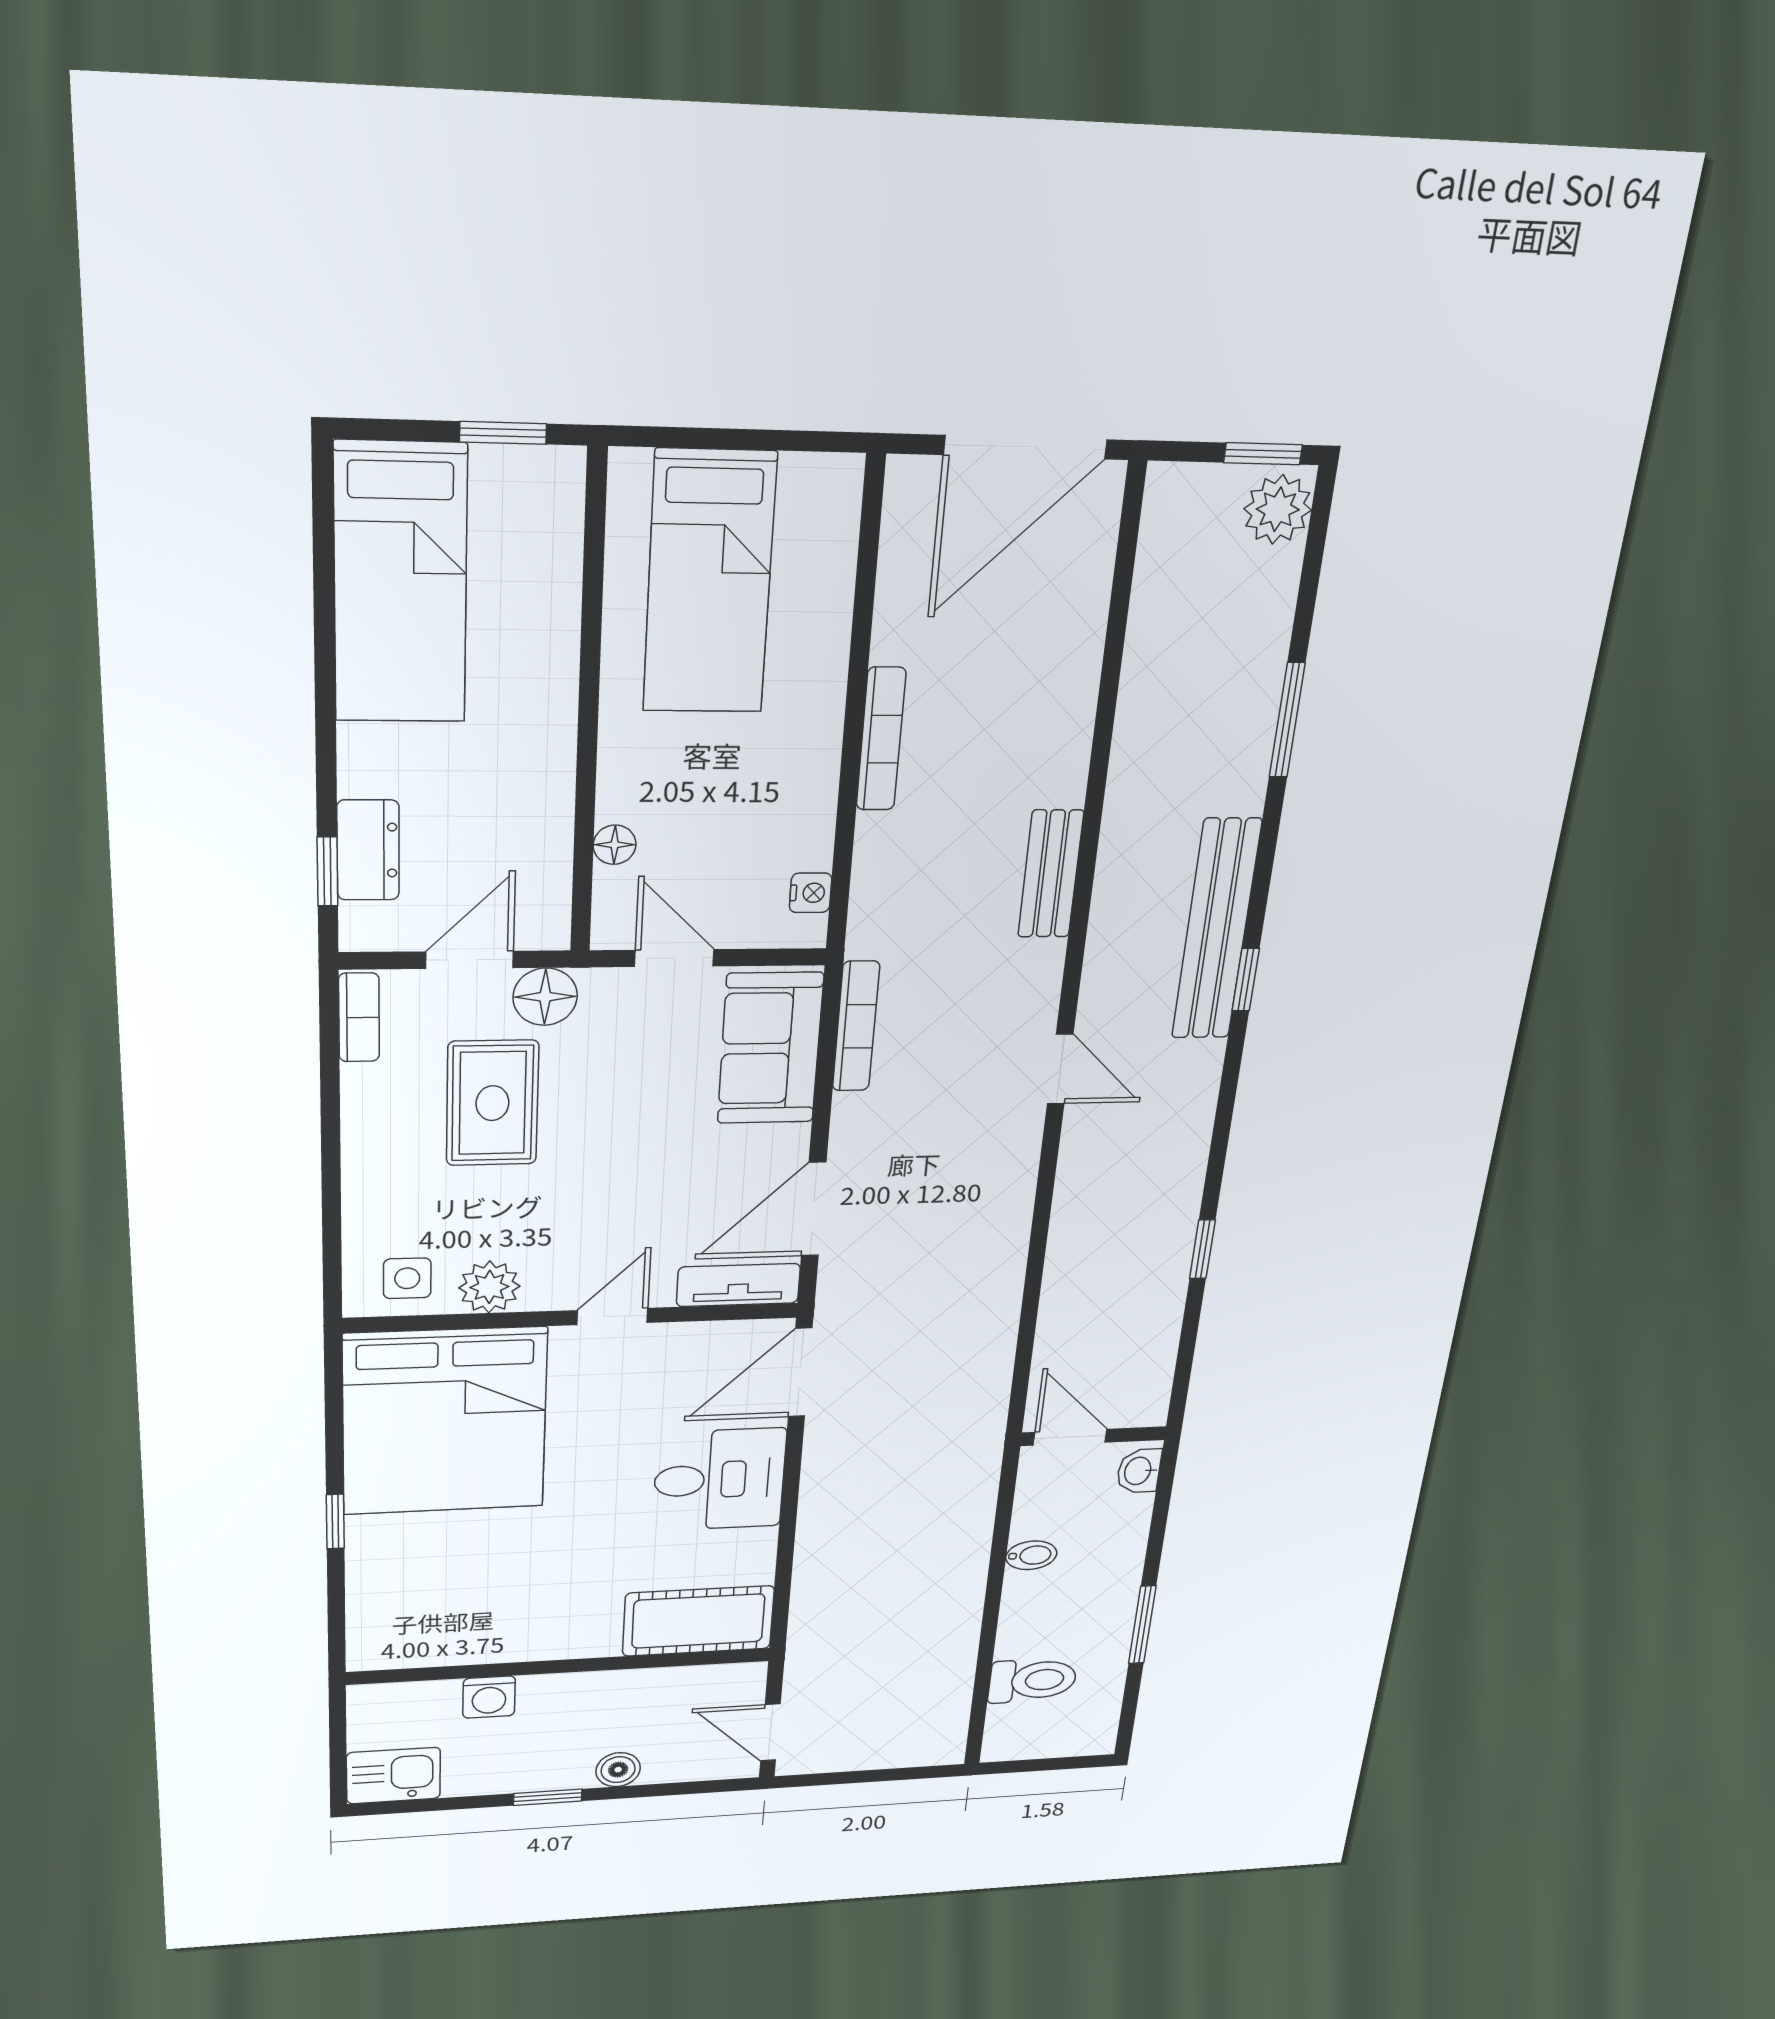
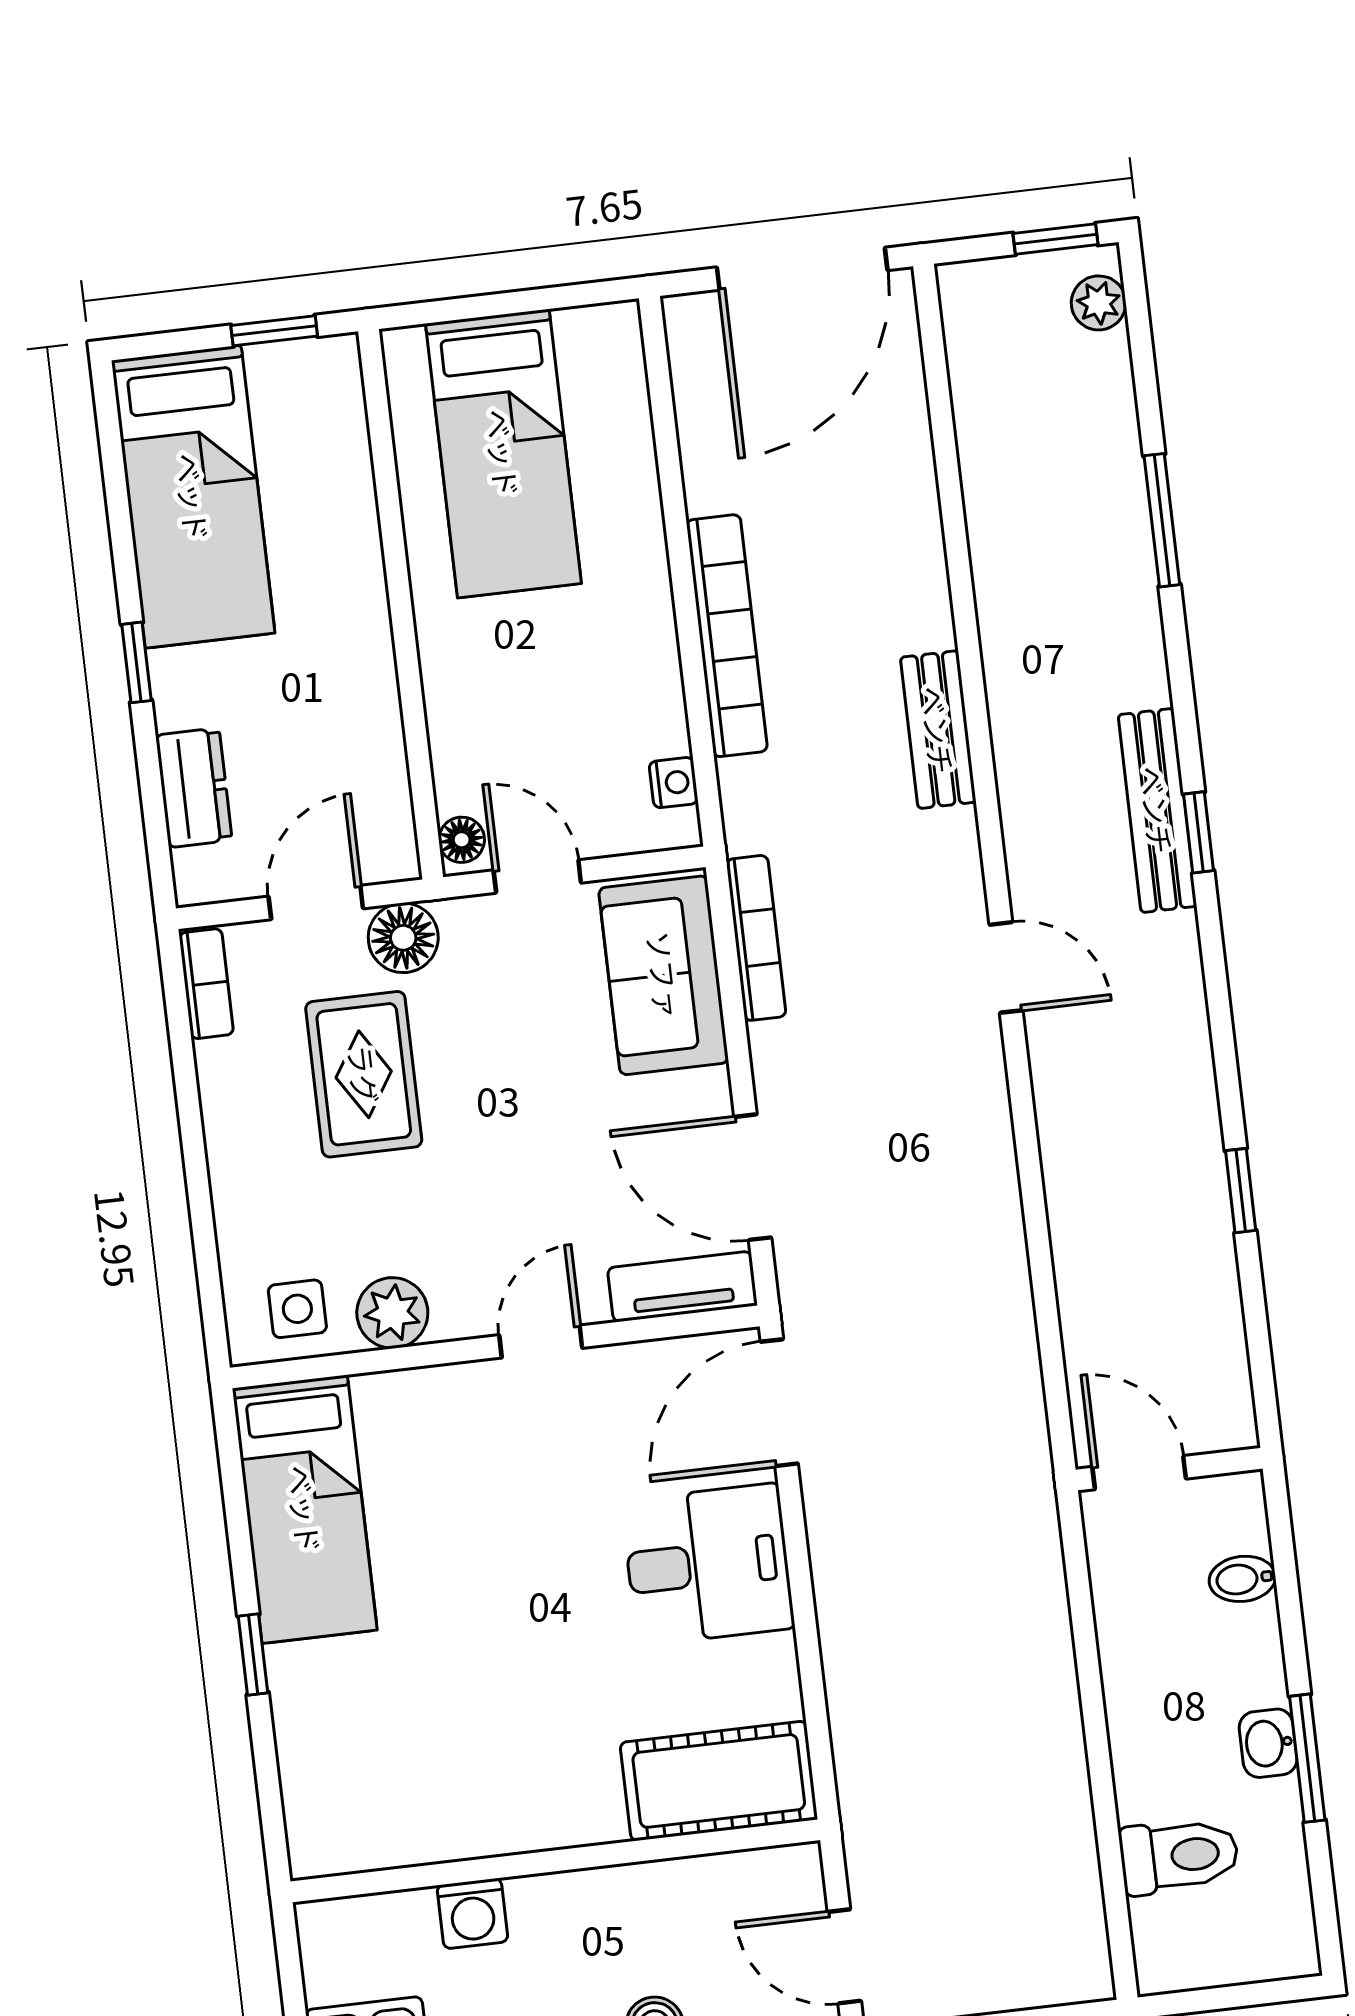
plant: (1278, 509) -> (1099, 303), width x0.73, depth x0.73
bookcase: (881, 739) -> (727, 636), width x1.48, depth x1.31
floor lamp: (615, 845) -> (462, 840), moved
window: (327, 871) -> (136, 662), moved
bench: (1216, 930) -> (1157, 810), width x0.73, depth x0.82
door: (814, 1209) -> (753, 1177), hinge flipped
bed: (445, 1421) -> (305, 1509), width x0.49
washbasin: (1139, 1471) -> (1268, 1743), moved
bidet: (1031, 1555) -> (1242, 1579), moved, turned 180

